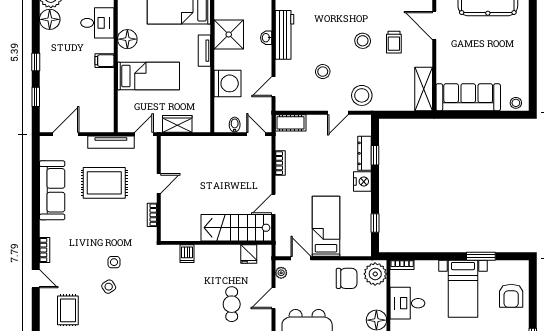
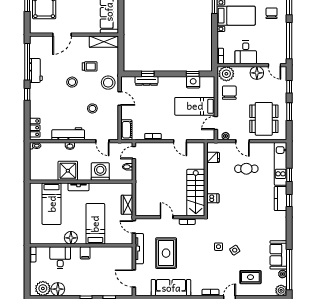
trolley: (394, 42) -> (90, 66), moved
nightstand: (362, 181) -> (193, 82), moved
stairs: (236, 228) -> (196, 193), moved

